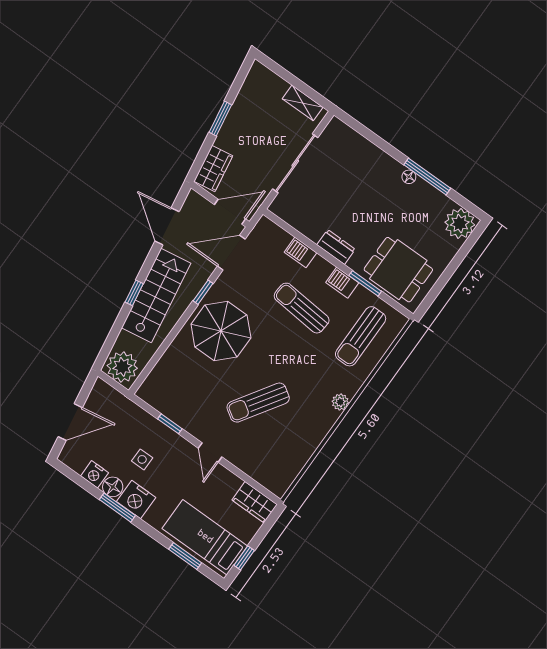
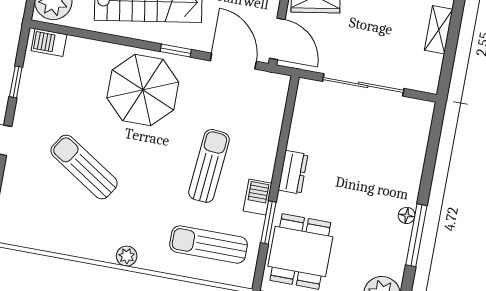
shelving: (303, 103) -> (439, 30), moved
barbecue: (300, 252) -> (49, 43), moved, turned -90

